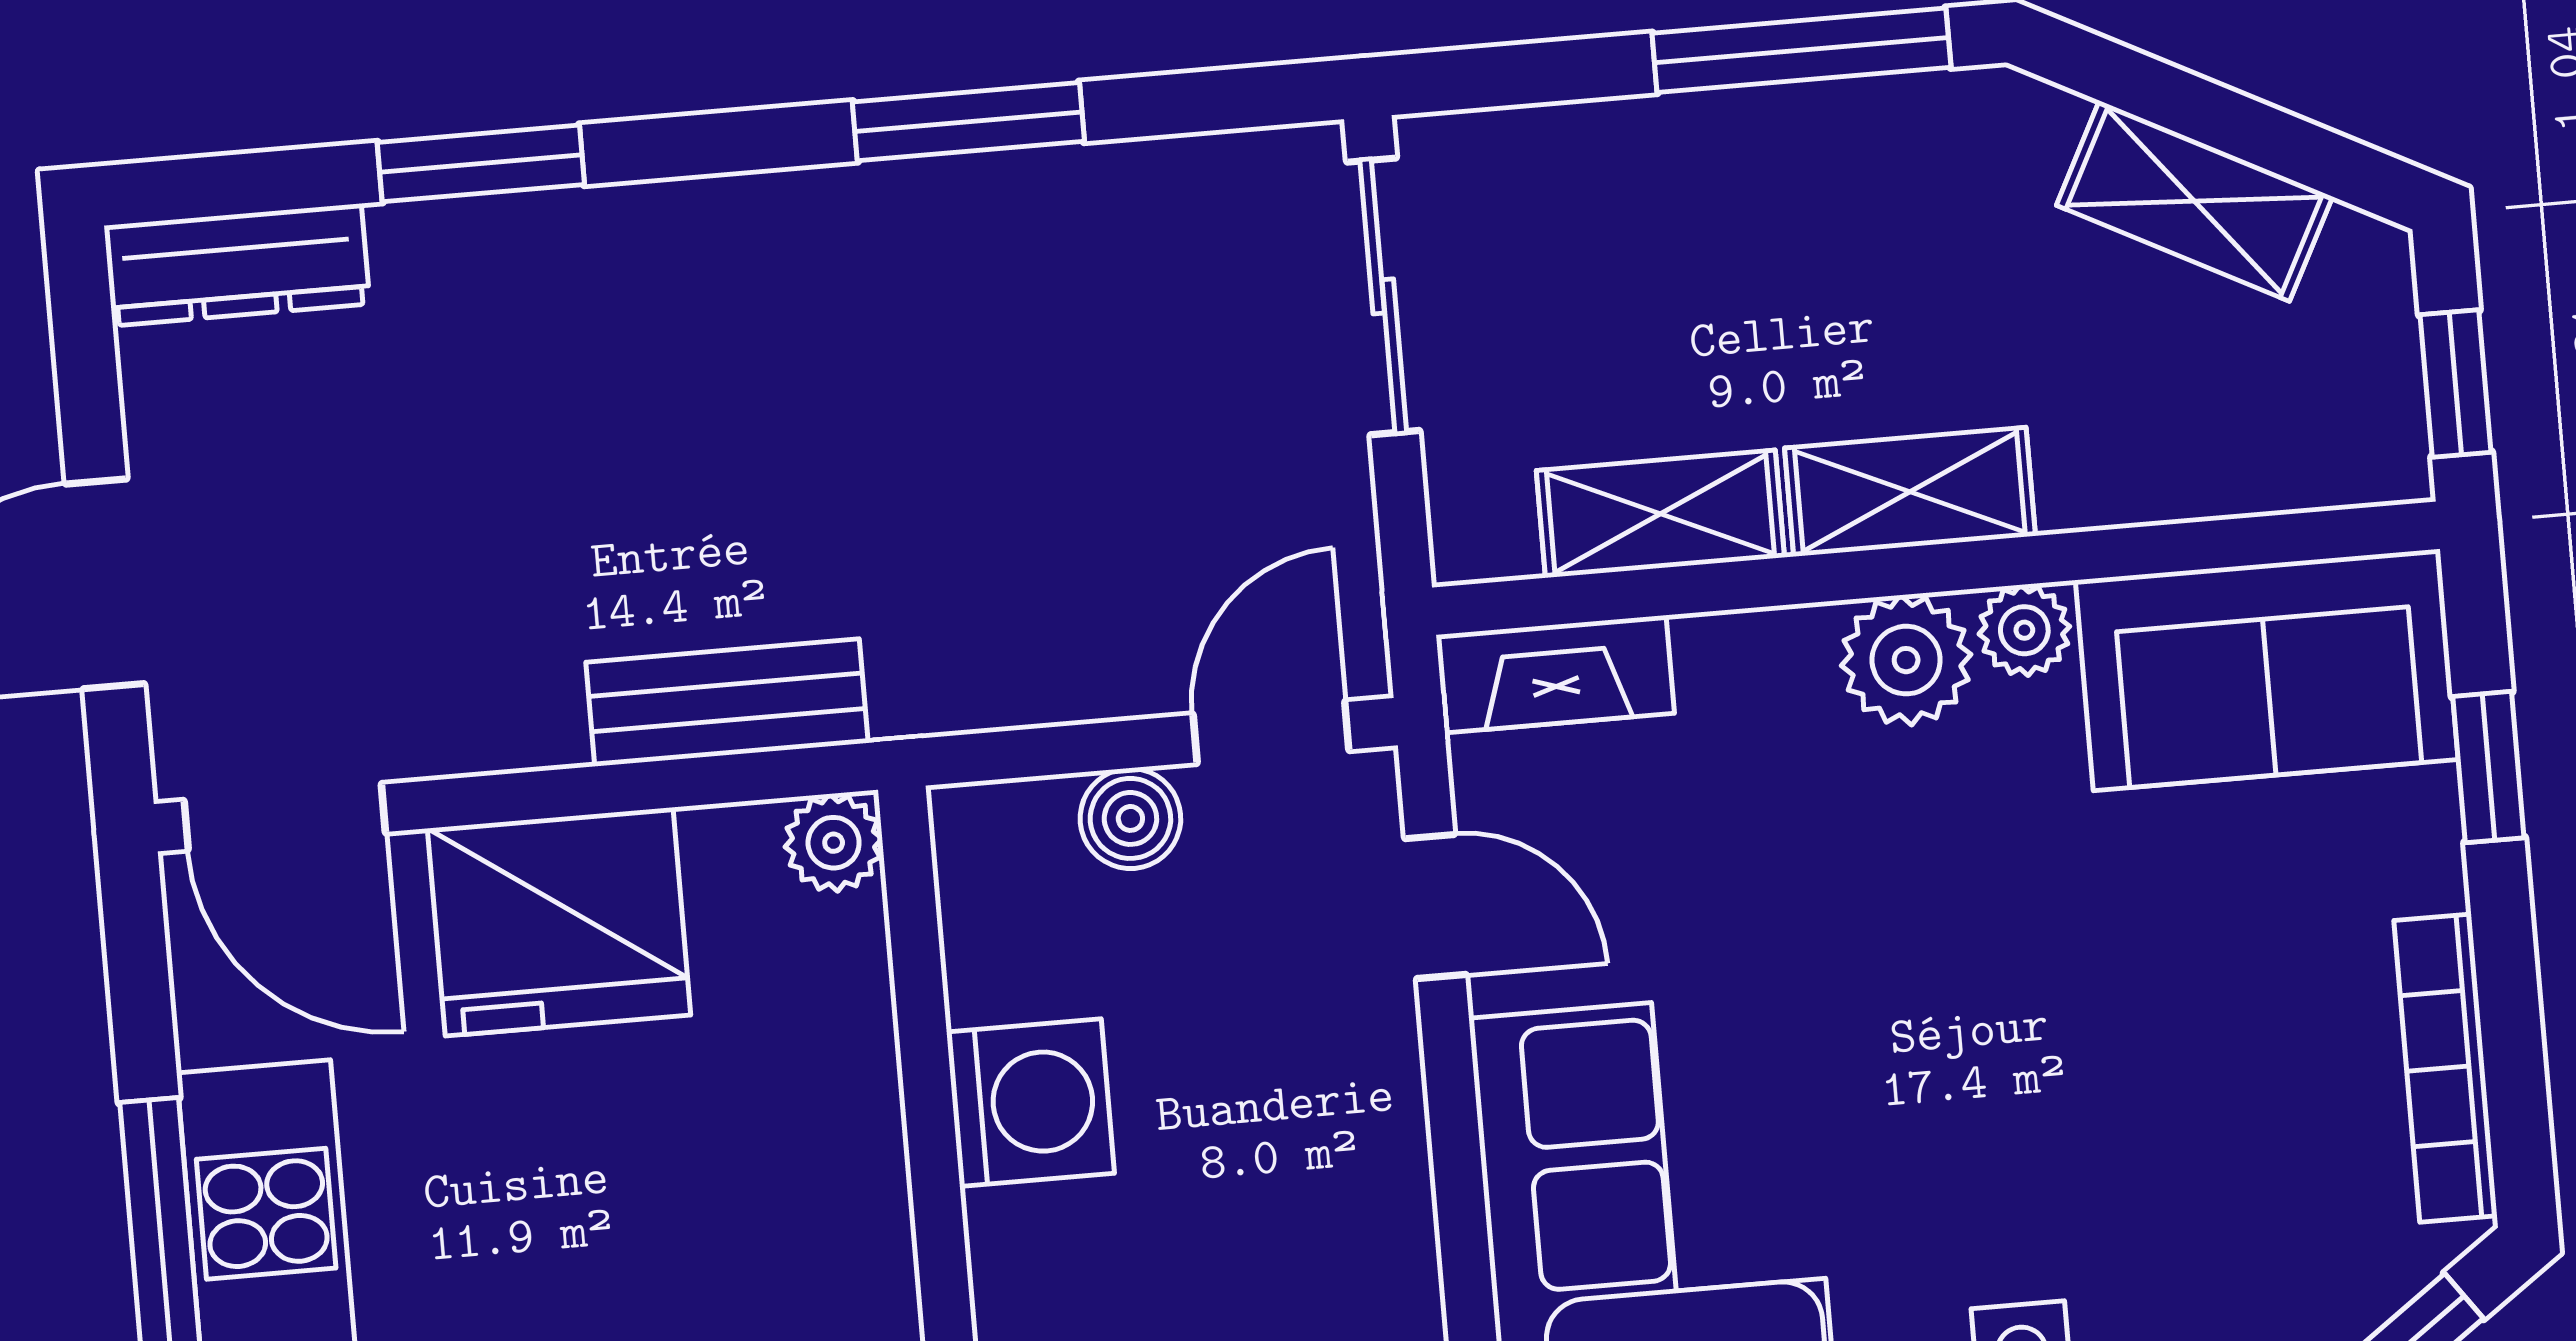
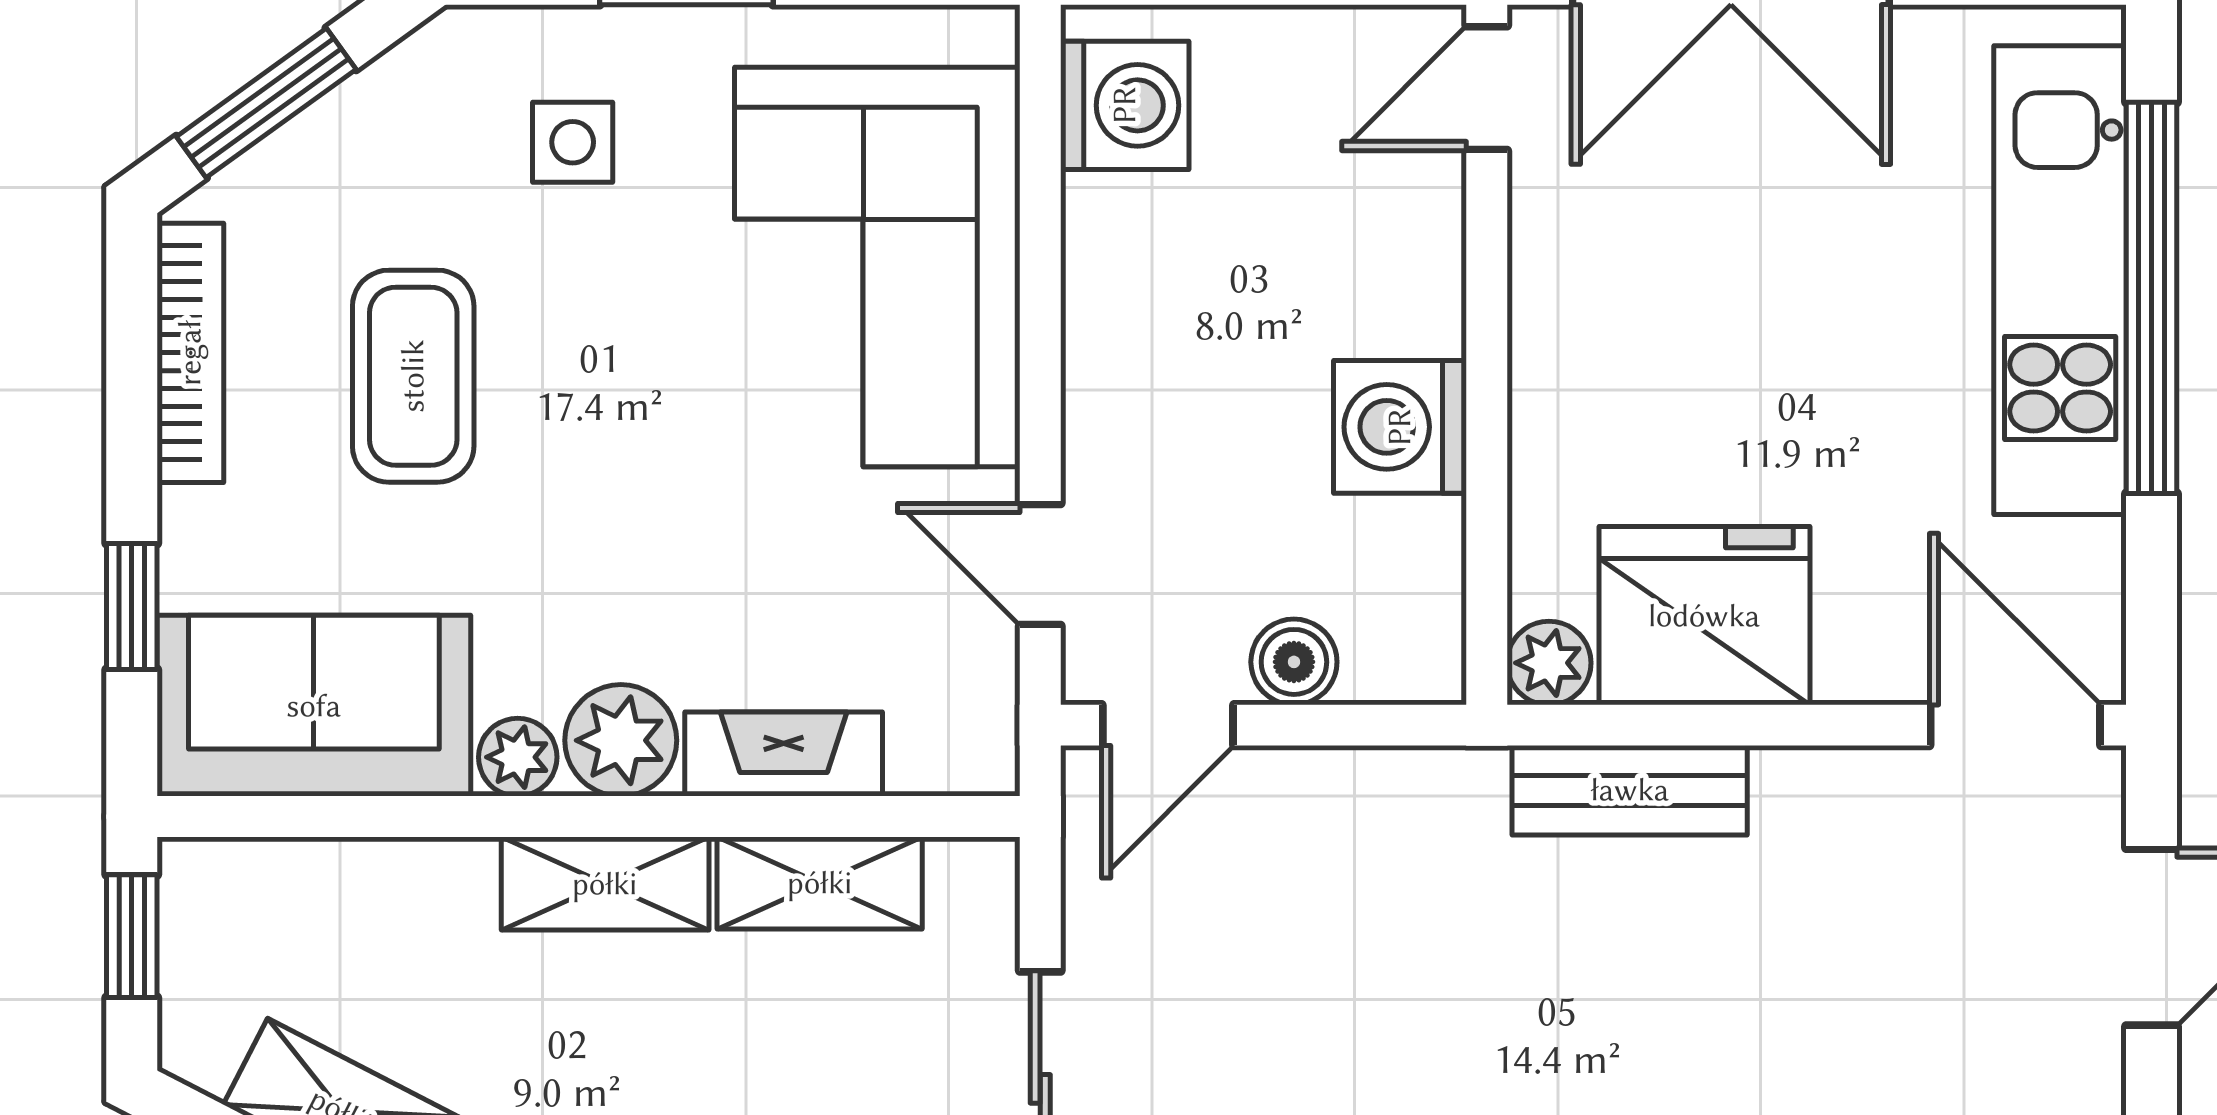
fireplace: (1555, 674) -> (784, 754), moved
fridge: (559, 922) -> (1704, 616), moved
coffee table: (2184, 1063) -> (413, 376), added

